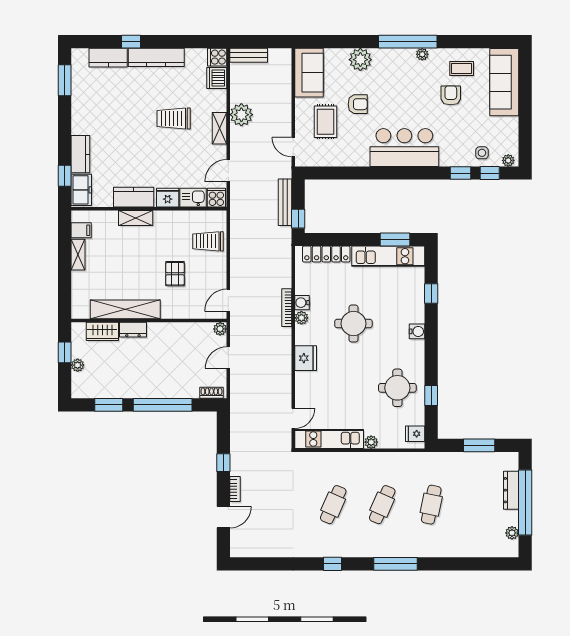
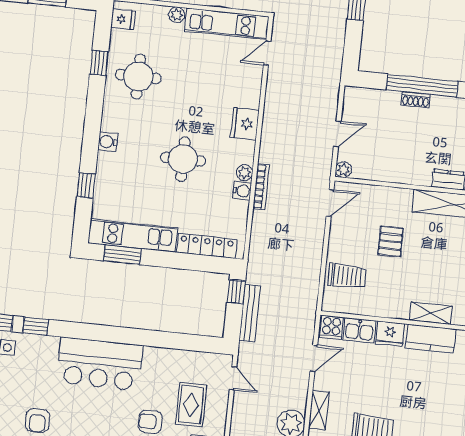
shoe rack: (211, 393) -> (416, 100), moved

